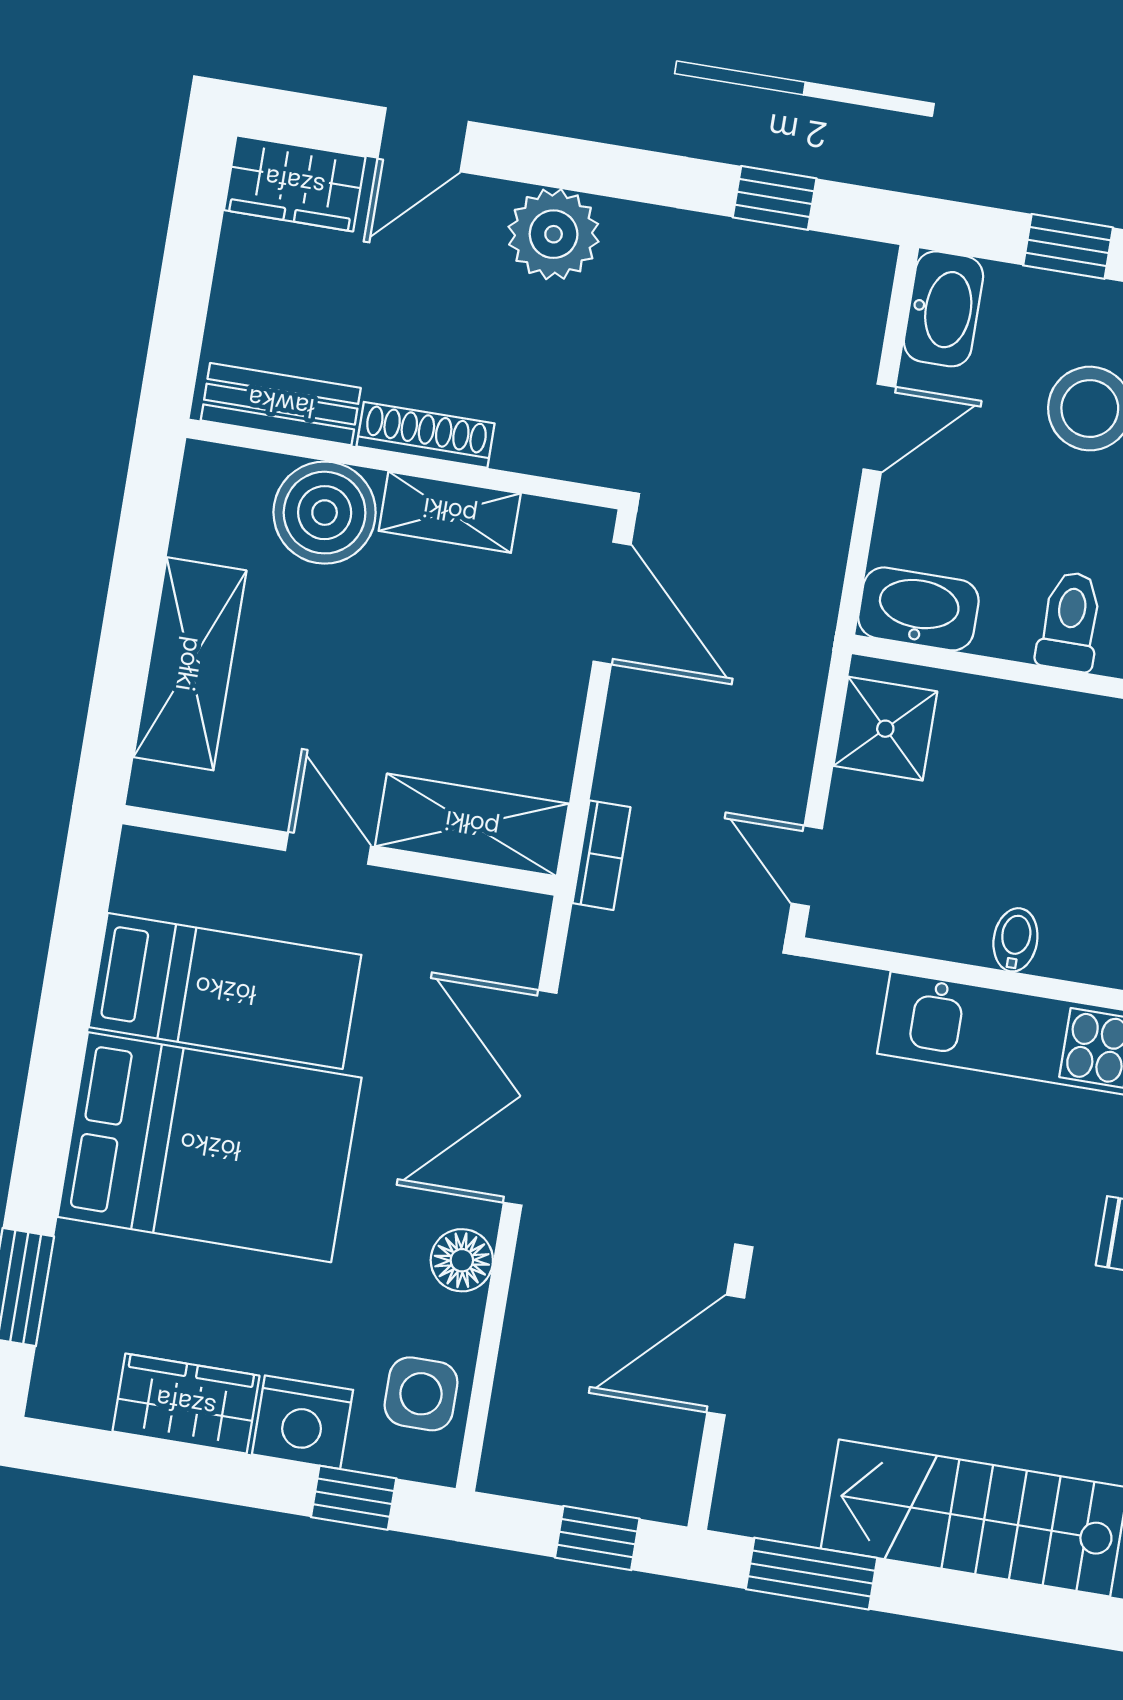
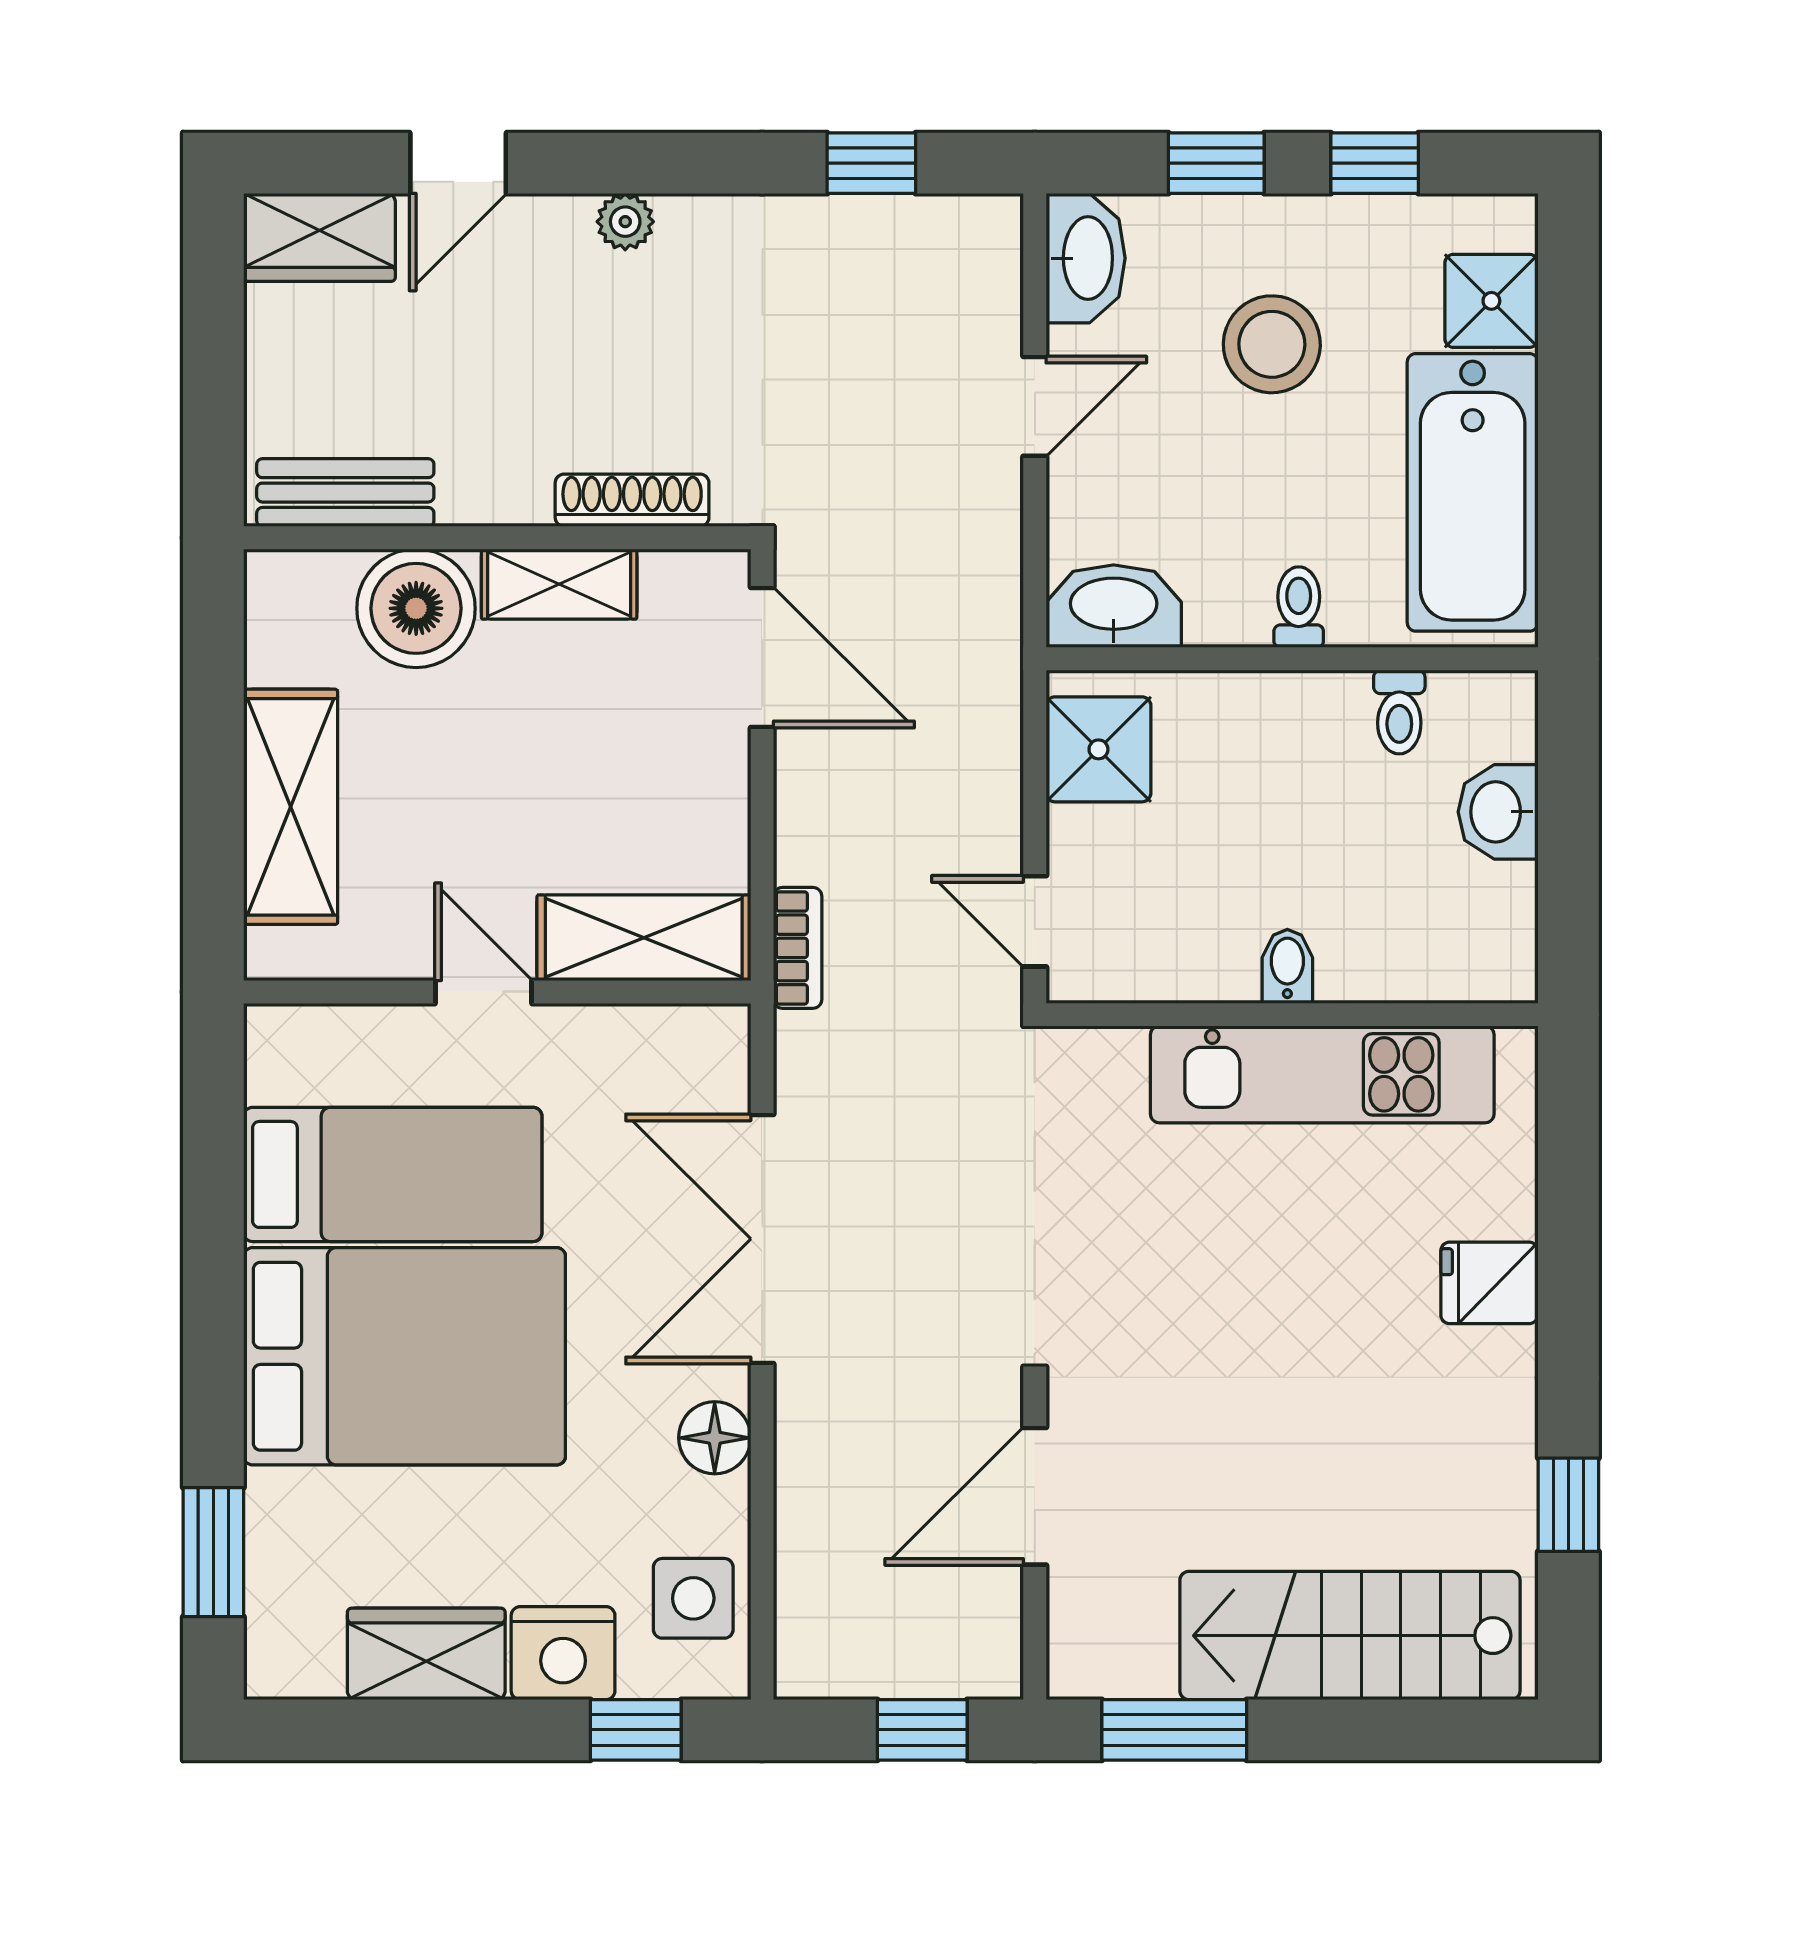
plant: (554, 234) -> (625, 222), width x0.53, depth x0.53
shoe rack: (426, 435) -> (632, 500), moved
toilet: (1070, 621) -> (1299, 607), width x0.73, depth x0.72

